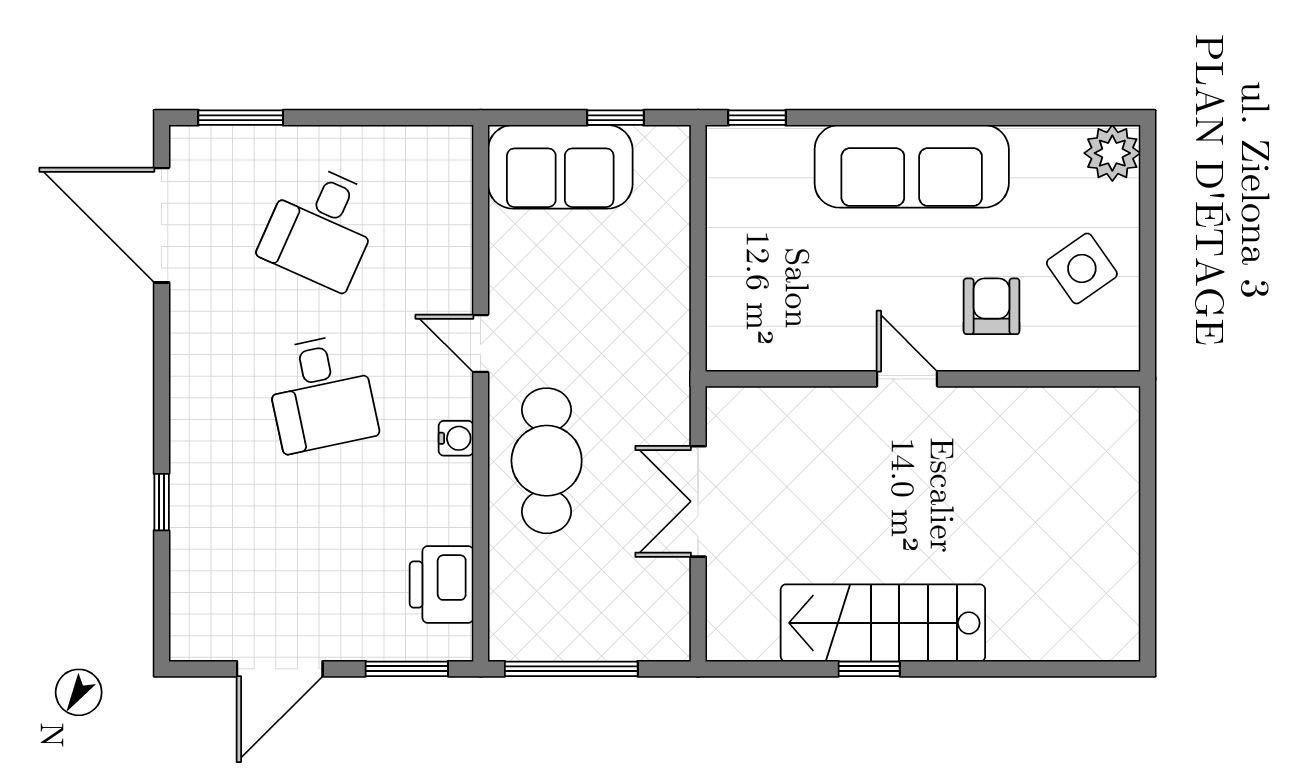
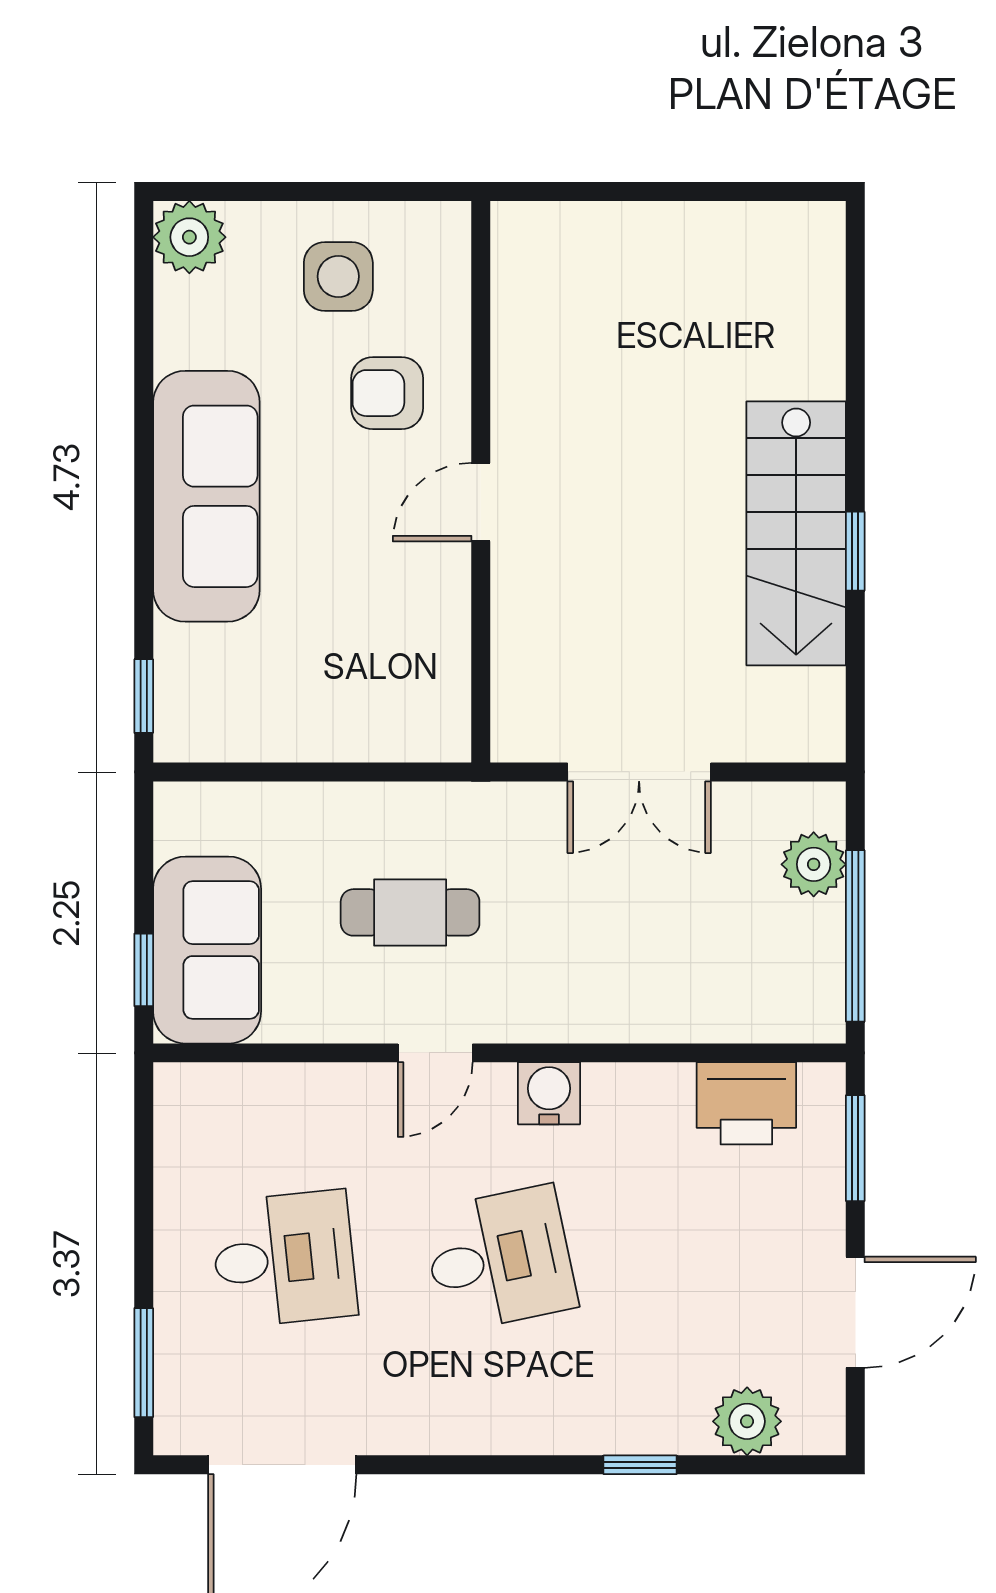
window: (615, 118) -> (144, 970), moved
desk: (321, 226) -> (284, 1259), turned -30
side table: (1082, 268) -> (338, 276), turned 35
water cooler: (456, 438) -> (549, 1093), width x1.38, depth x1.38
cafe table: (547, 461) -> (410, 912), moved, width x0.73, depth x0.74
plant: (195, 585) -> (747, 1421), added
plant: (627, 637) -> (814, 864), added
door: (280, 669) -> (855, 1312), hinge flipped

